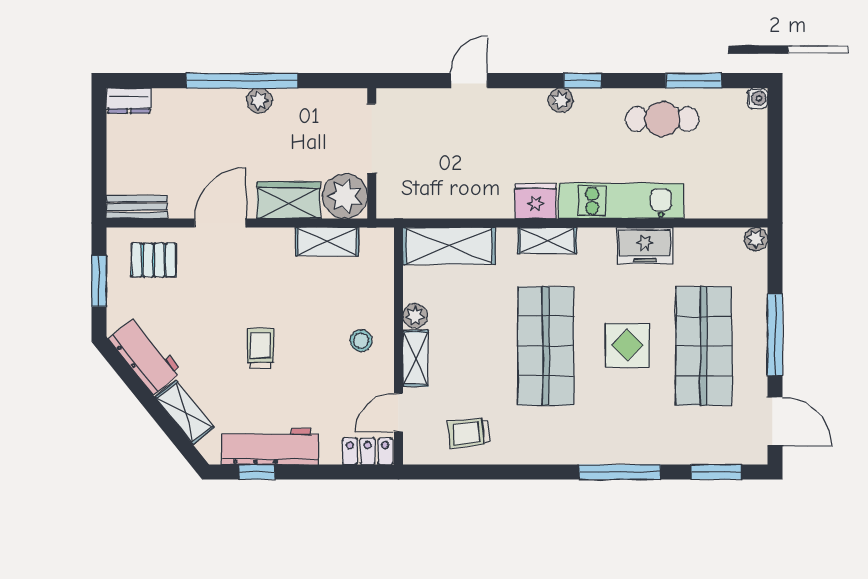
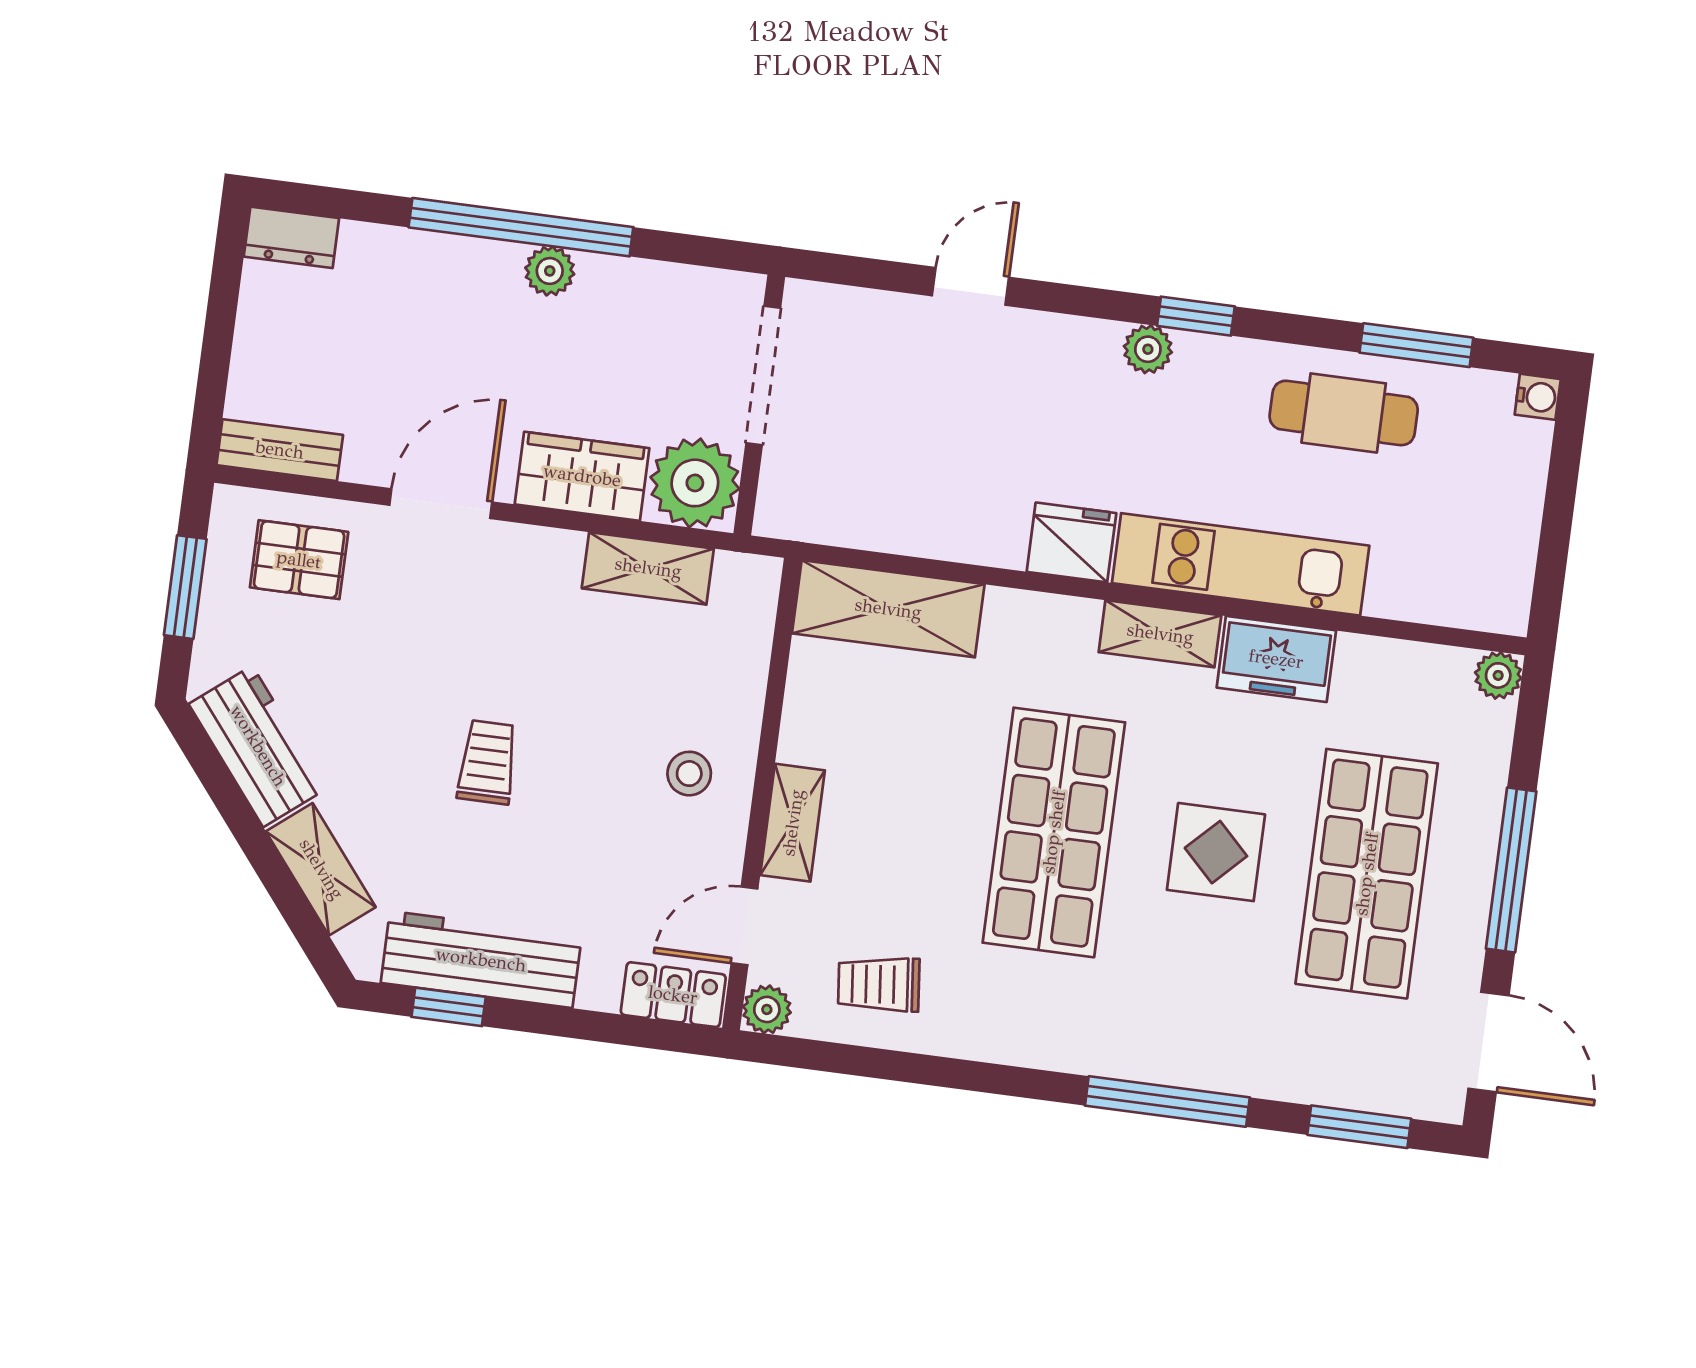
shelving: (547, 241) -> (1160, 634), moved
plant: (415, 316) -> (767, 1009), moved

